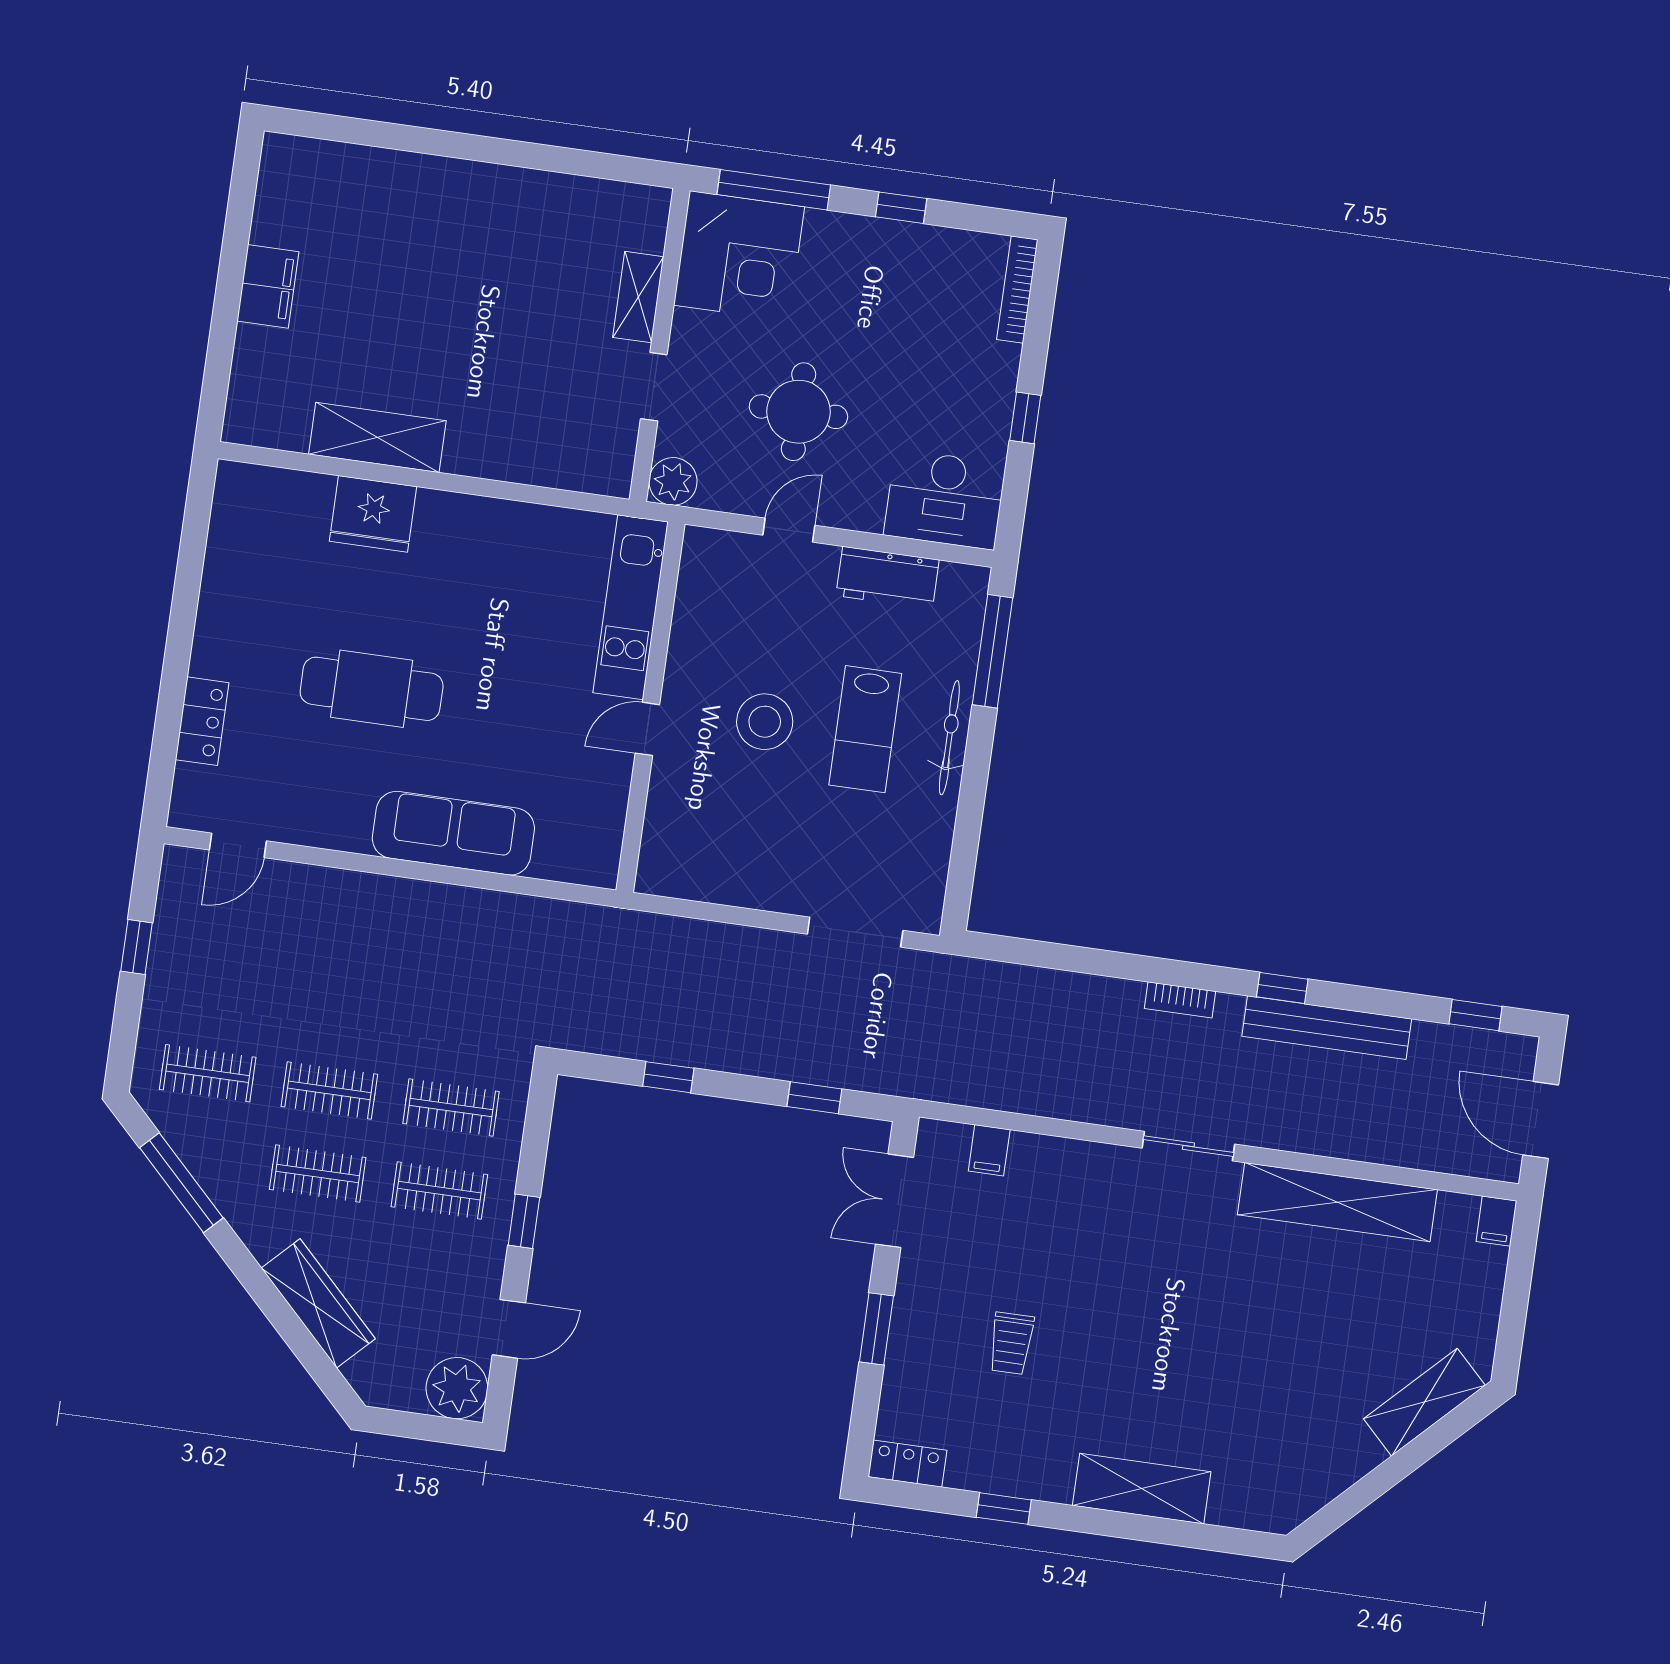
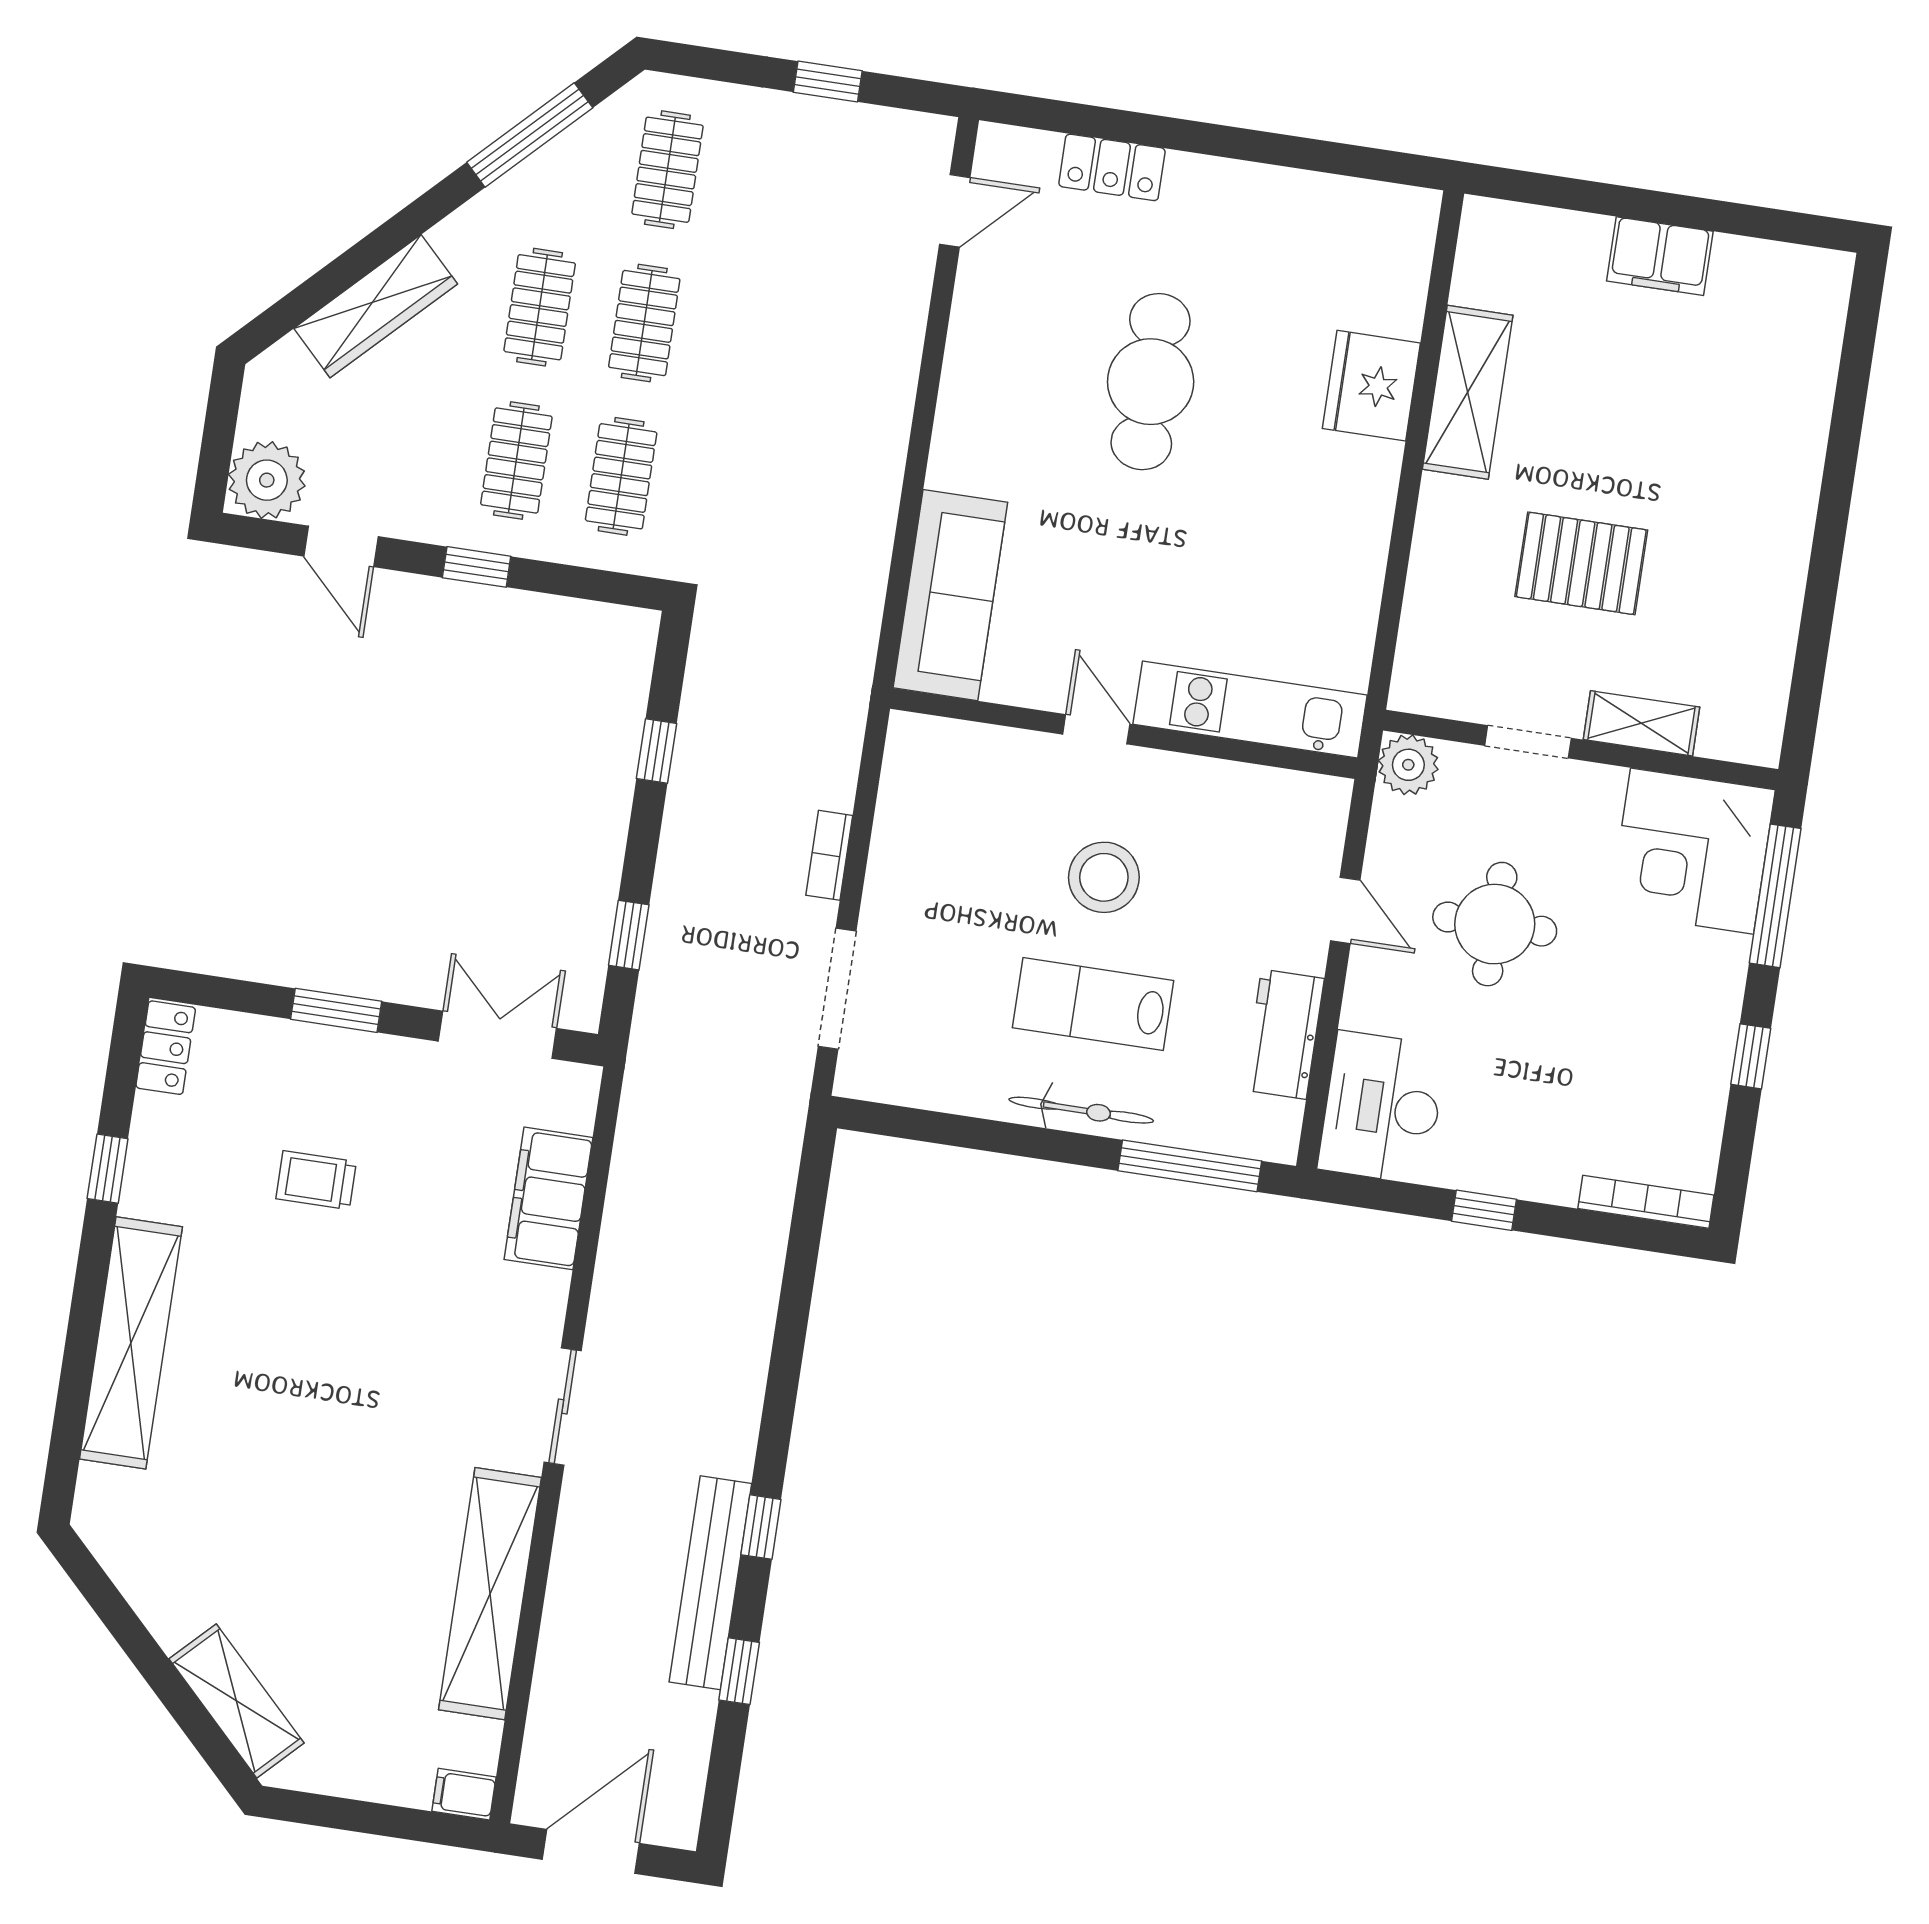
pallet: (512, 346) -> (1581, 563), added
sofa: (453, 833) -> (950, 595), moved
door: (238, 845) -> (955, 211), swing flipped
bookcase: (1180, 1000) -> (829, 855), moved
window: (1475, 1015) -> (739, 1671), moved
filing cabinet: (989, 1150) -> (548, 1198), width x3.00, depth x1.17
shelving: (1142, 1489) -> (131, 1343), width x1.47

